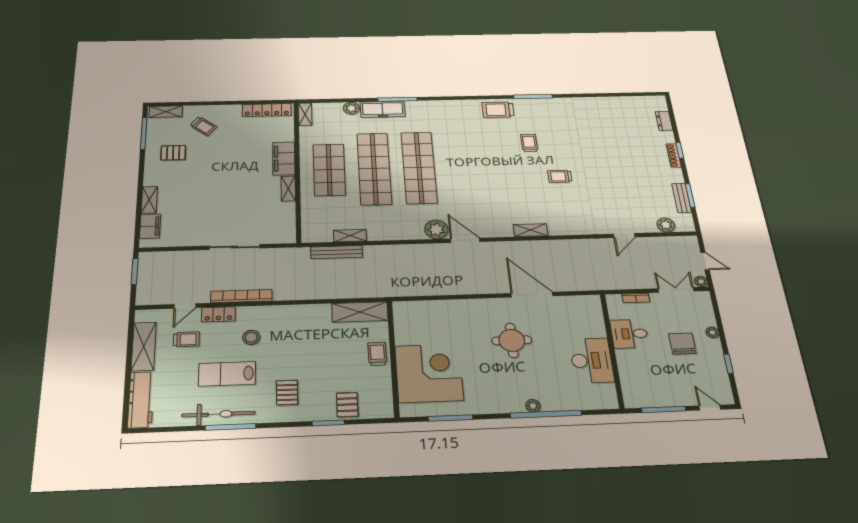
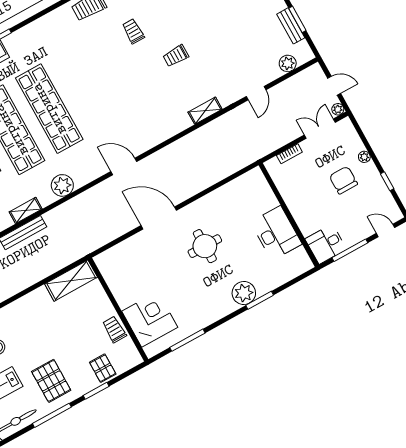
plant: (436, 229) -> (62, 185), moved
shelving: (531, 230) -> (205, 111), moved
door: (532, 295) -> (159, 218), moved
desk: (629, 334) -> (326, 244), moved
trolley: (377, 354) -> (114, 329), moved
corner desk: (429, 373) -> (150, 319), width x0.74, depth x0.74
pallet: (287, 392) -> (51, 381), width x1.50, depth x1.42
plant: (533, 406) -> (244, 293), width x1.88, depth x1.88
window: (546, 414) -> (260, 300), width x0.47
window: (230, 427) -> (52, 415), moved

